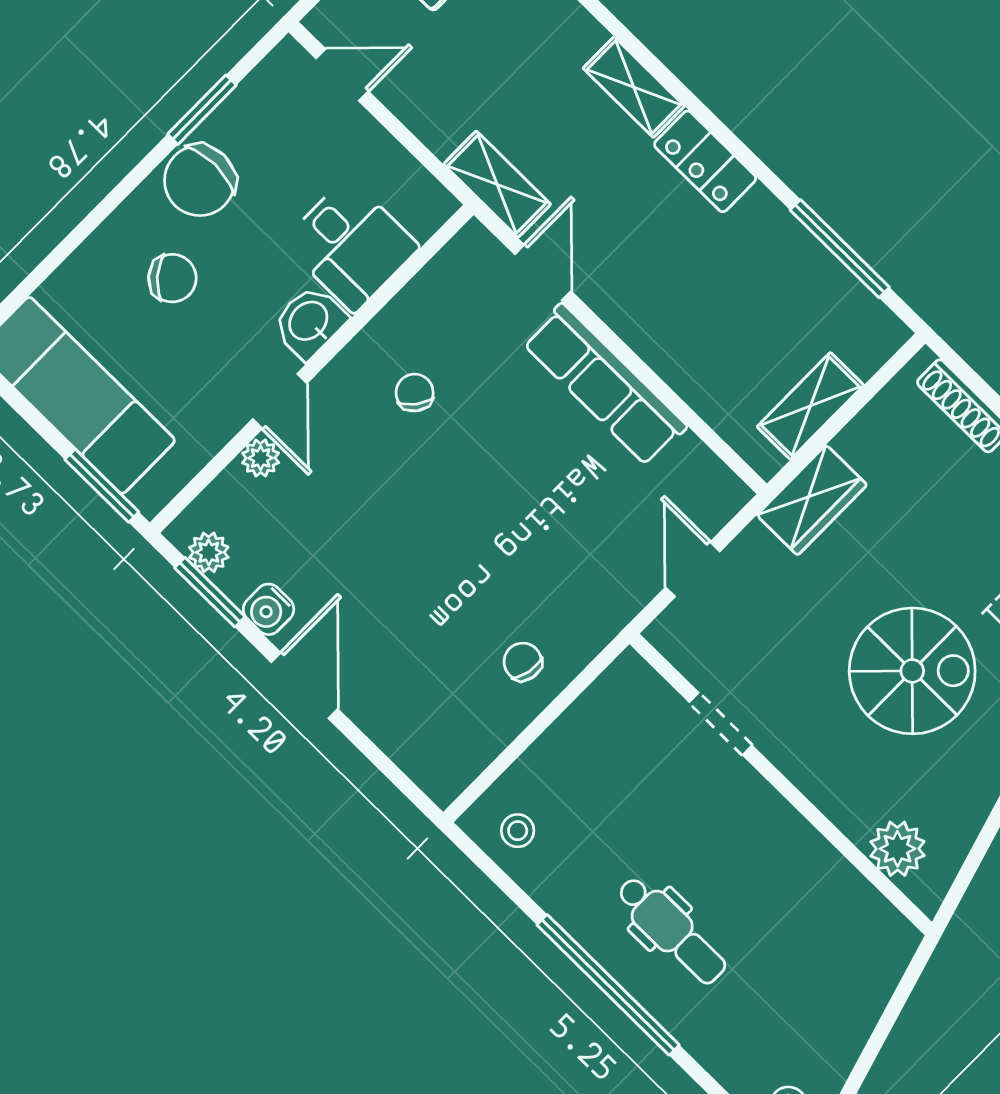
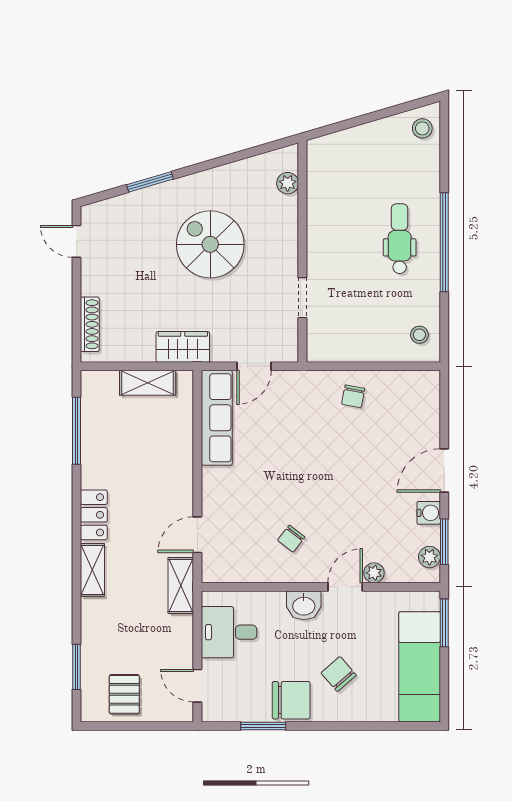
desk: (351, 245) -> (229, 632), moved, turned -90
row of seats: (605, 385) -> (217, 418), moved
plant: (897, 849) -> (288, 183), width x0.73, depth x0.73

